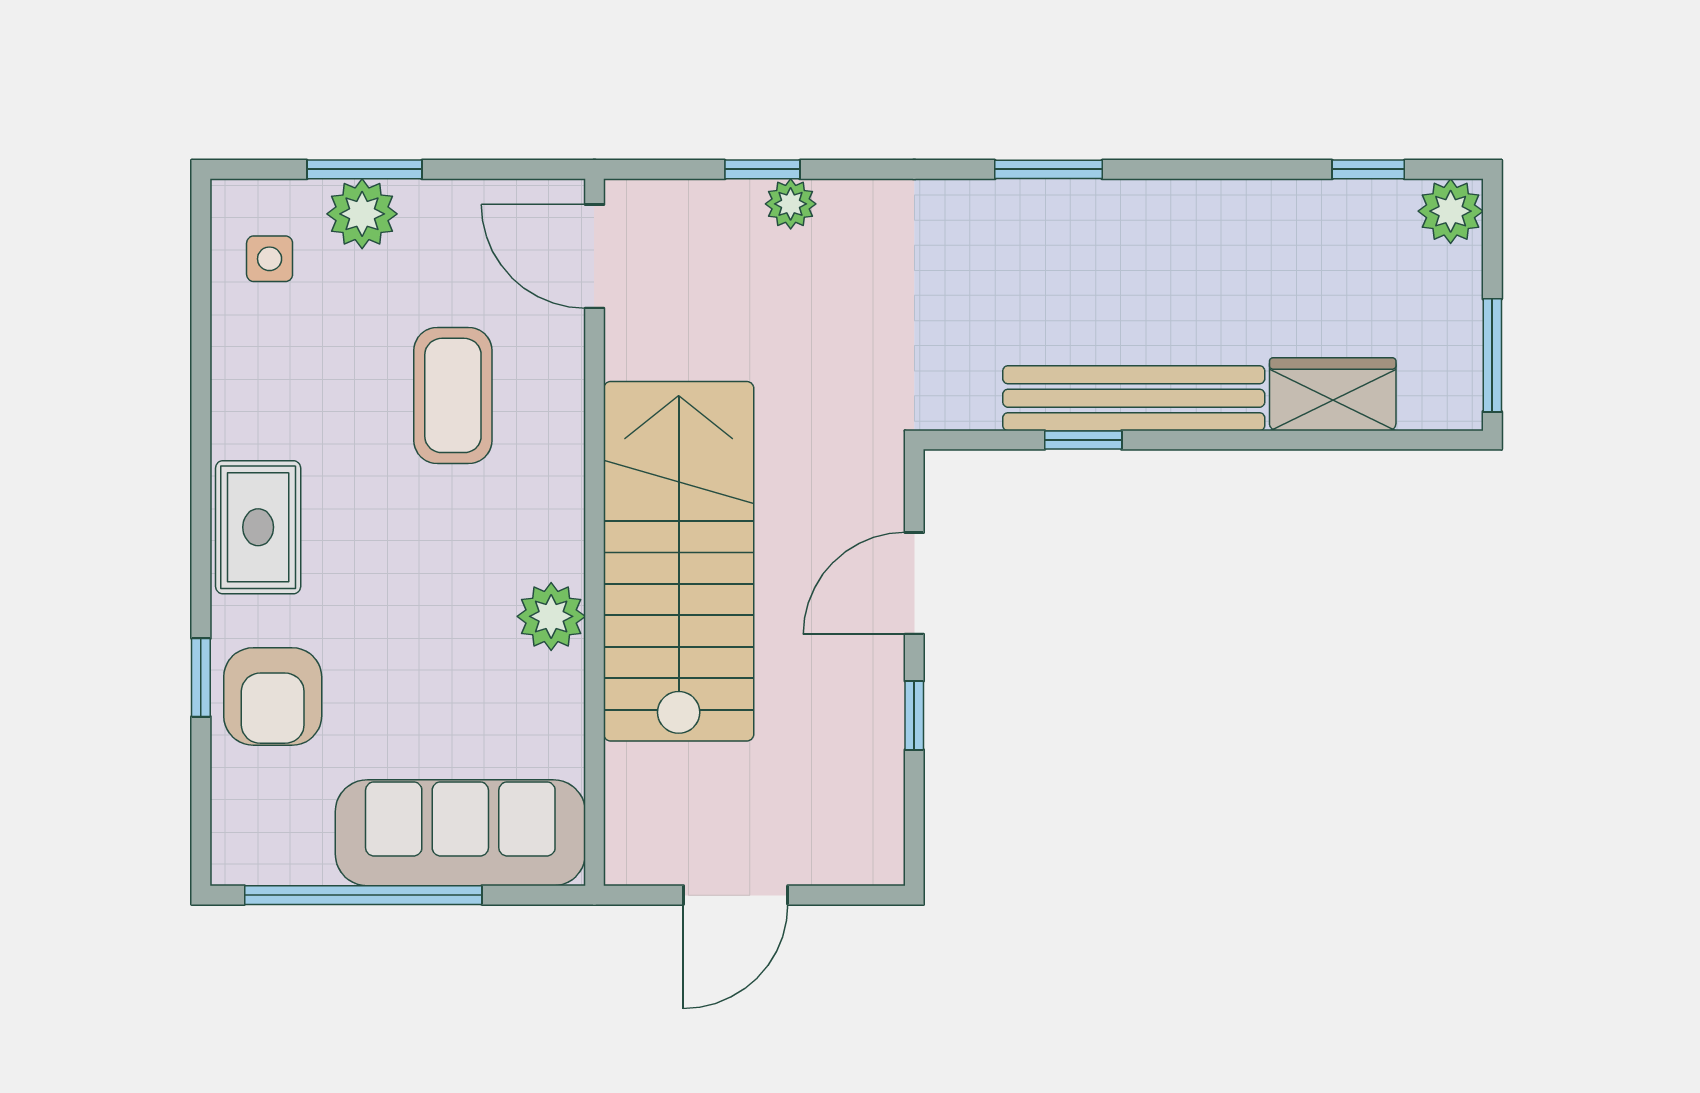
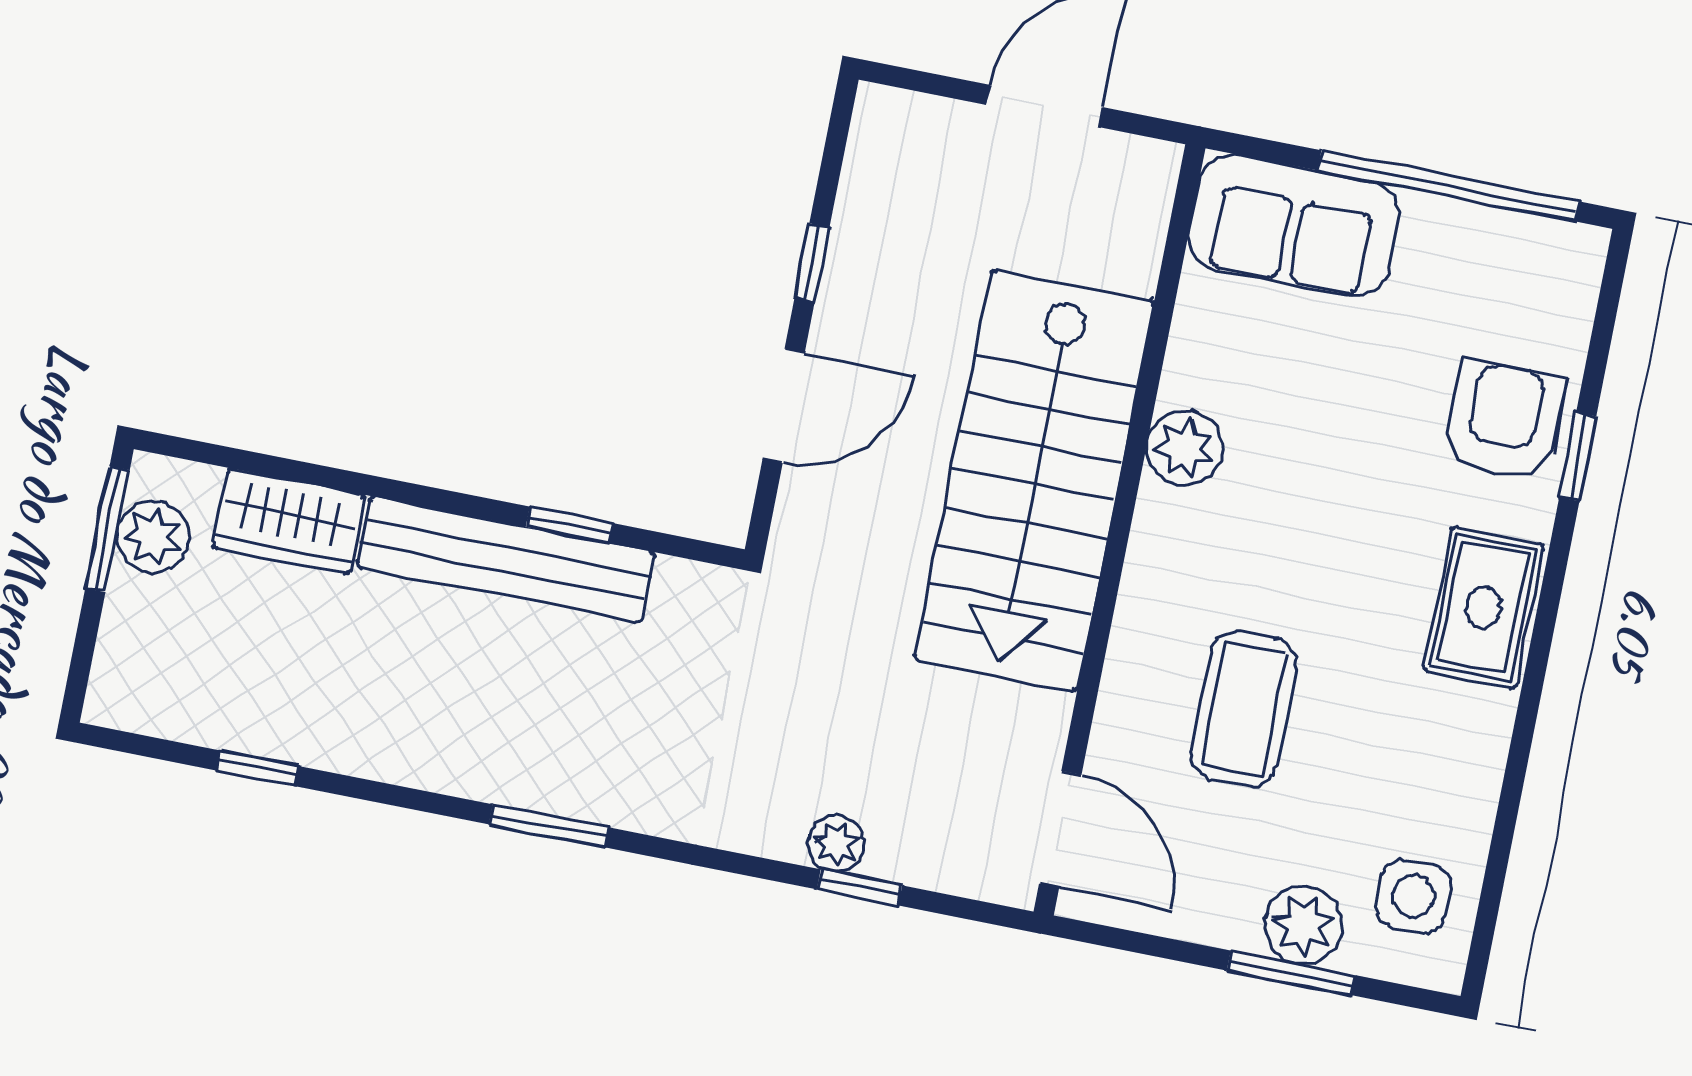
window: (1368, 169) -> (258, 768), moved
plant: (1451, 211) -> (153, 537), moved
side table: (270, 259) -> (1413, 896), width x1.37, depth x1.37
sofa: (460, 833) -> (1294, 226), width x0.73

